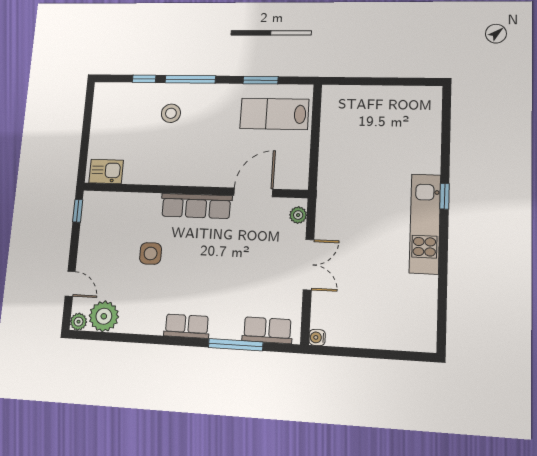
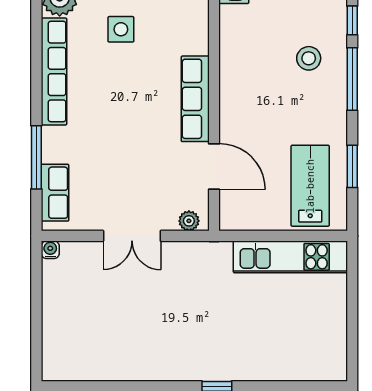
kitchen unit: (425, 224) -> (290, 257), moved, turned 180
side table: (151, 253) -> (121, 29), moved
row of seats: (187, 326) -> (54, 72), width x2.02

